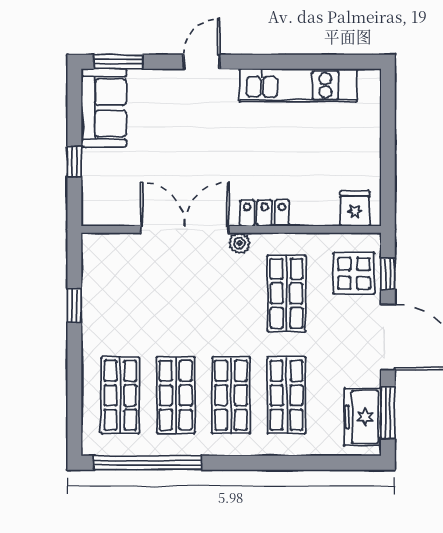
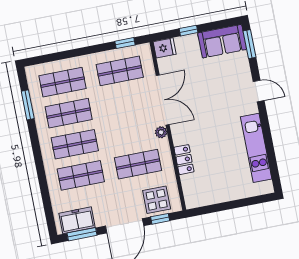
fridge: (355, 208) -> (165, 48), moved
locker: (265, 213) -> (184, 160), moved
shop shelf: (120, 293) -> (120, 71), added
window: (74, 305) -> (125, 43), moved
window: (148, 463) -> (28, 105), width x0.47

